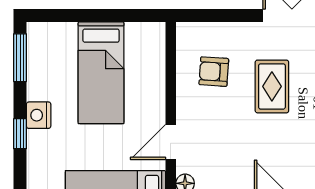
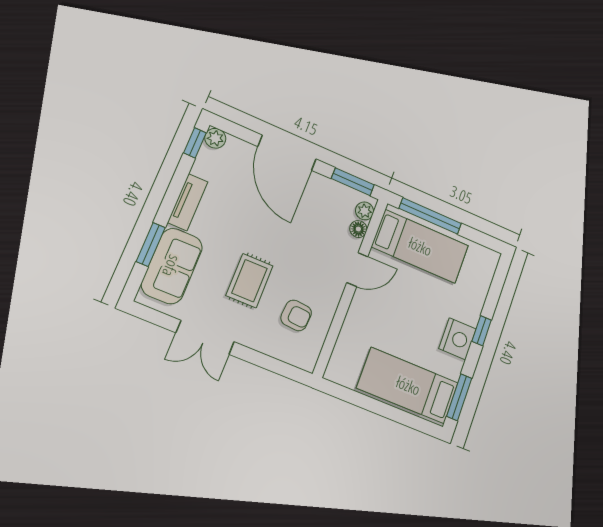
bed: (101, 73) -> (408, 385), moved, turned -90
nightstand: (39, 115) -> (457, 339), width x1.36, depth x1.33

